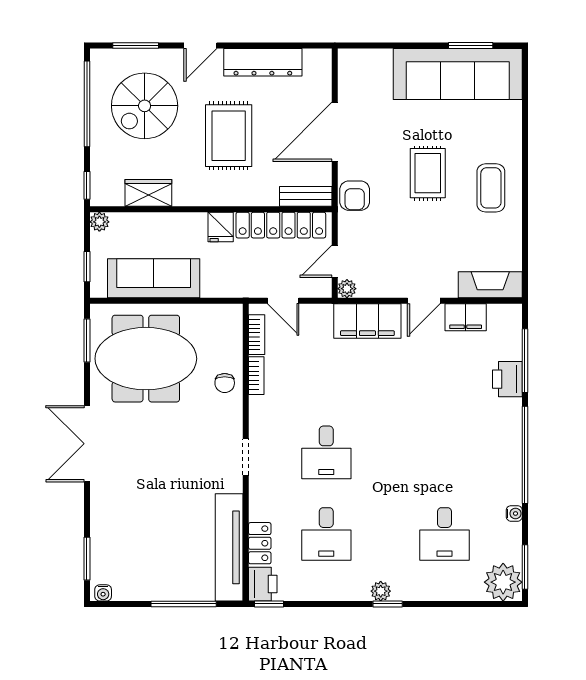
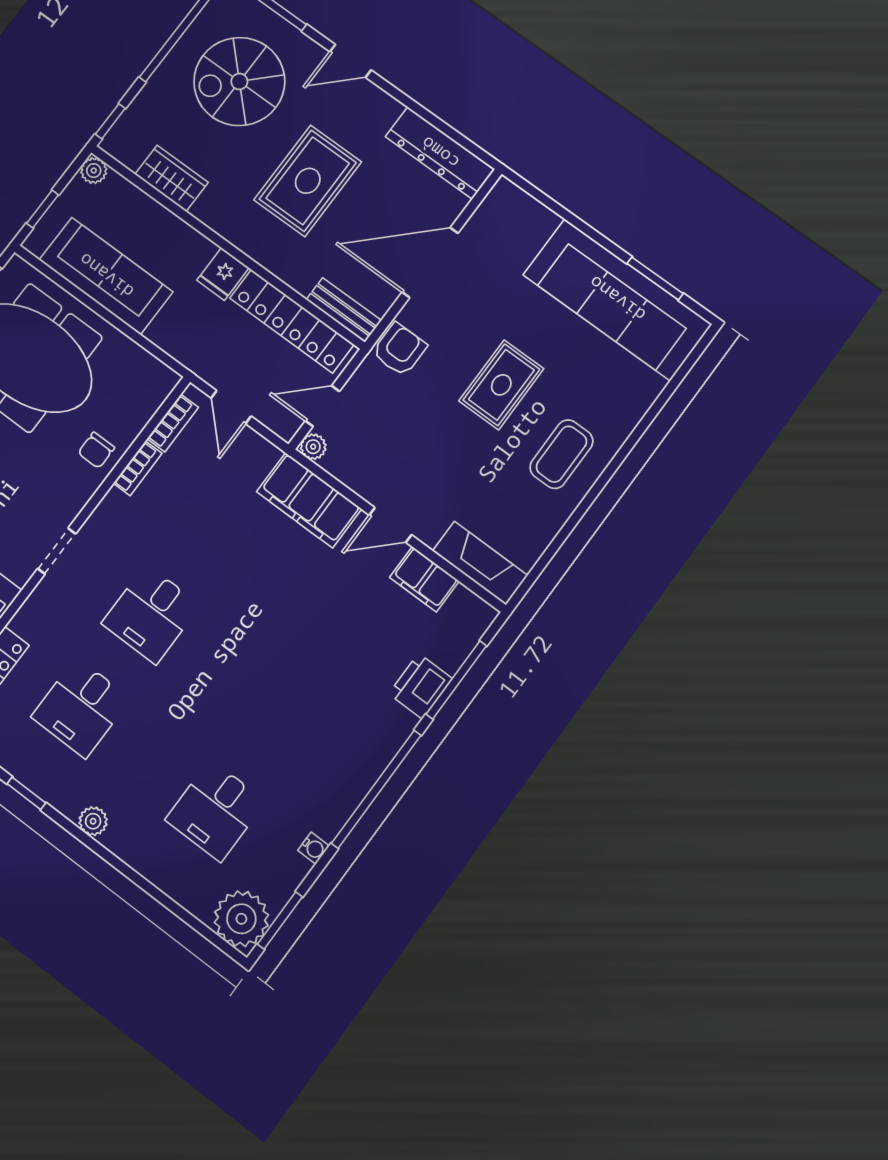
dresser: (263, 62) -> (440, 153), moved
armchair: (355, 196) -> (399, 349), turned 180
window: (388, 604) -> (26, 793), moved

